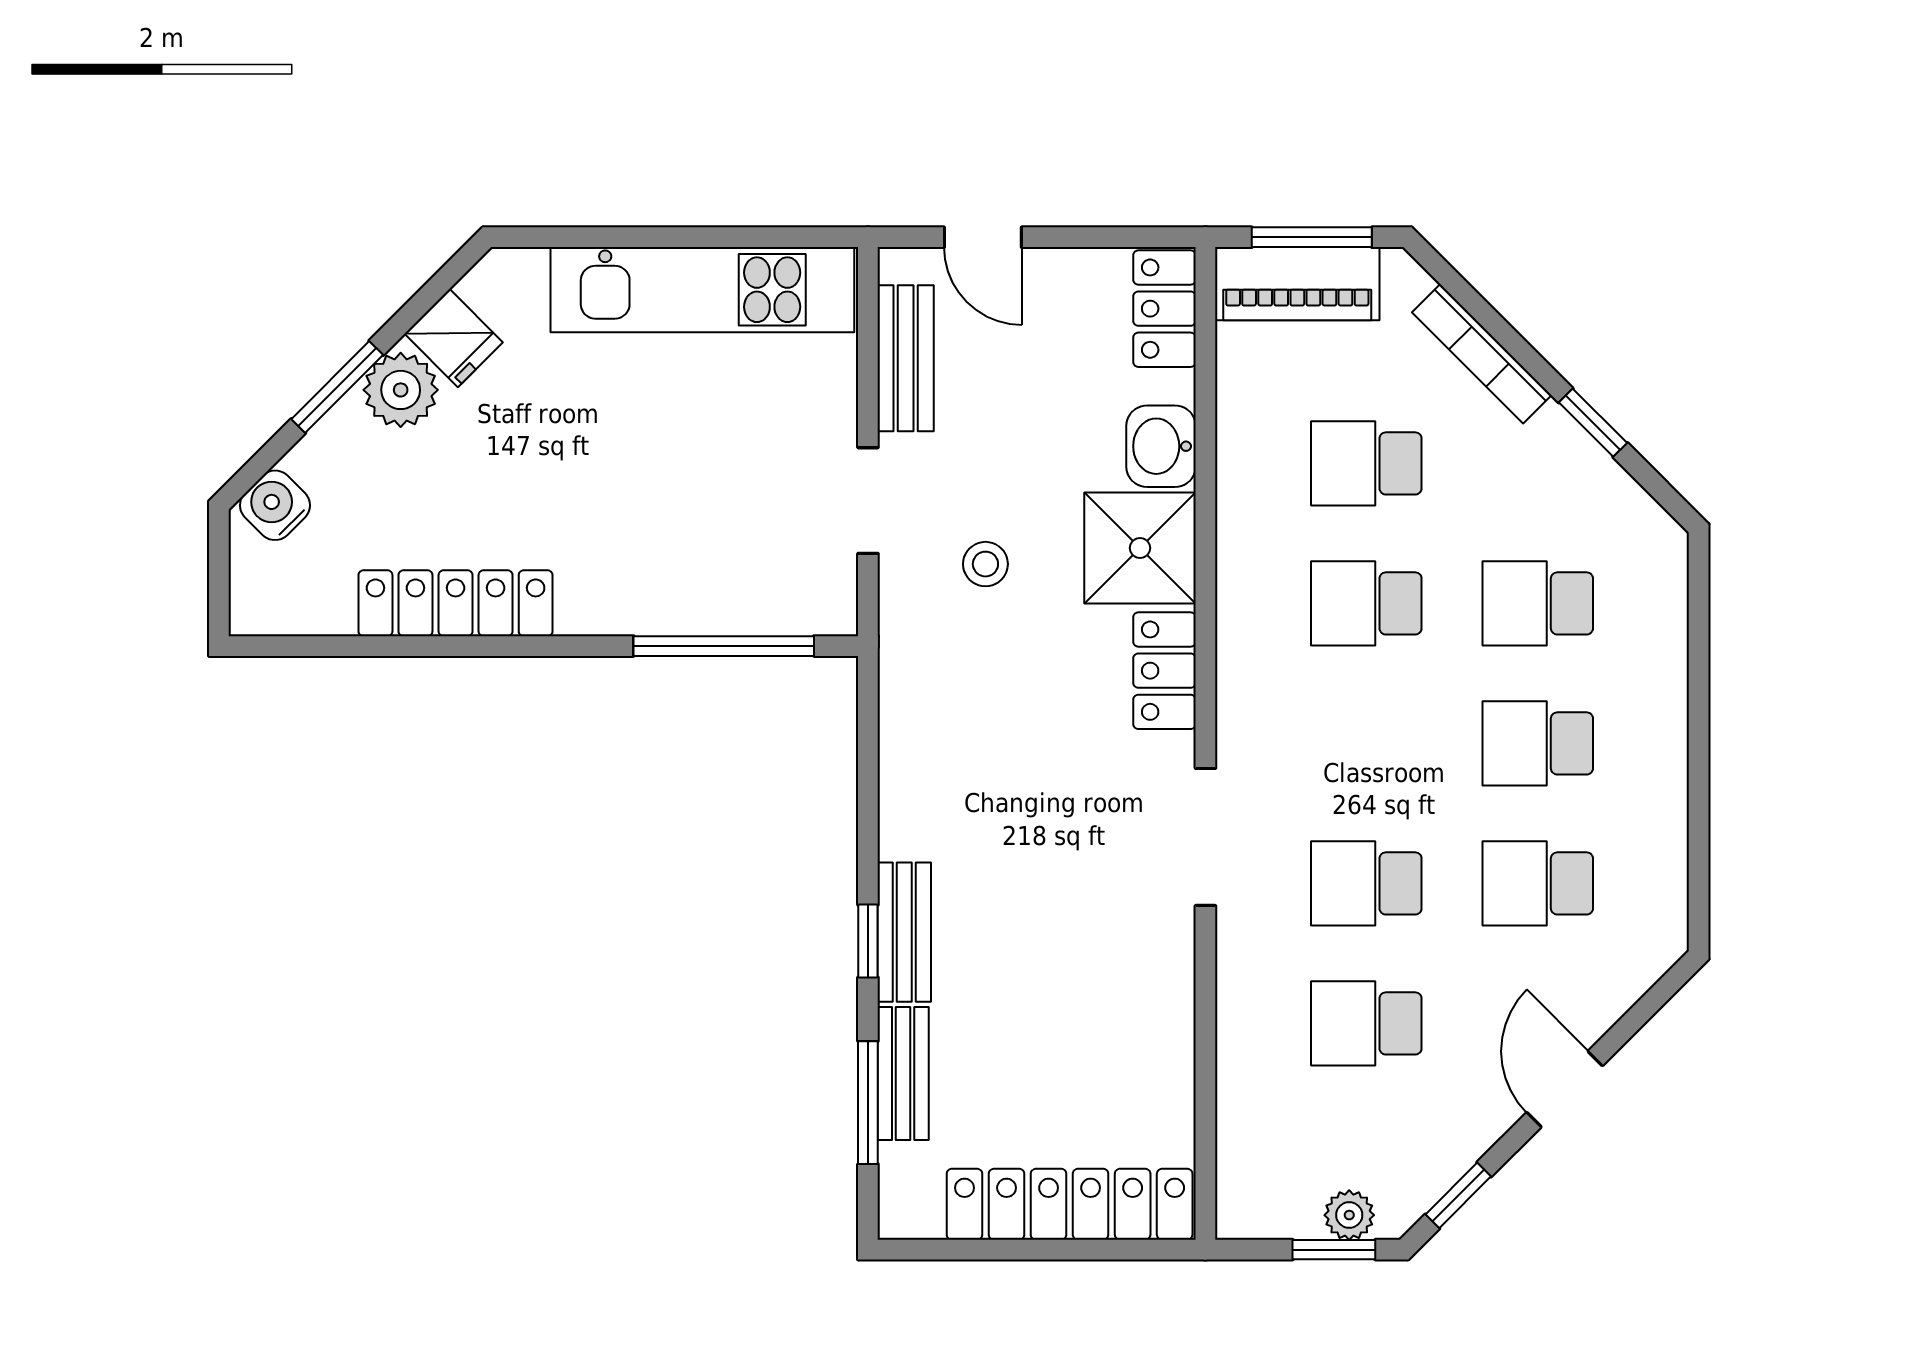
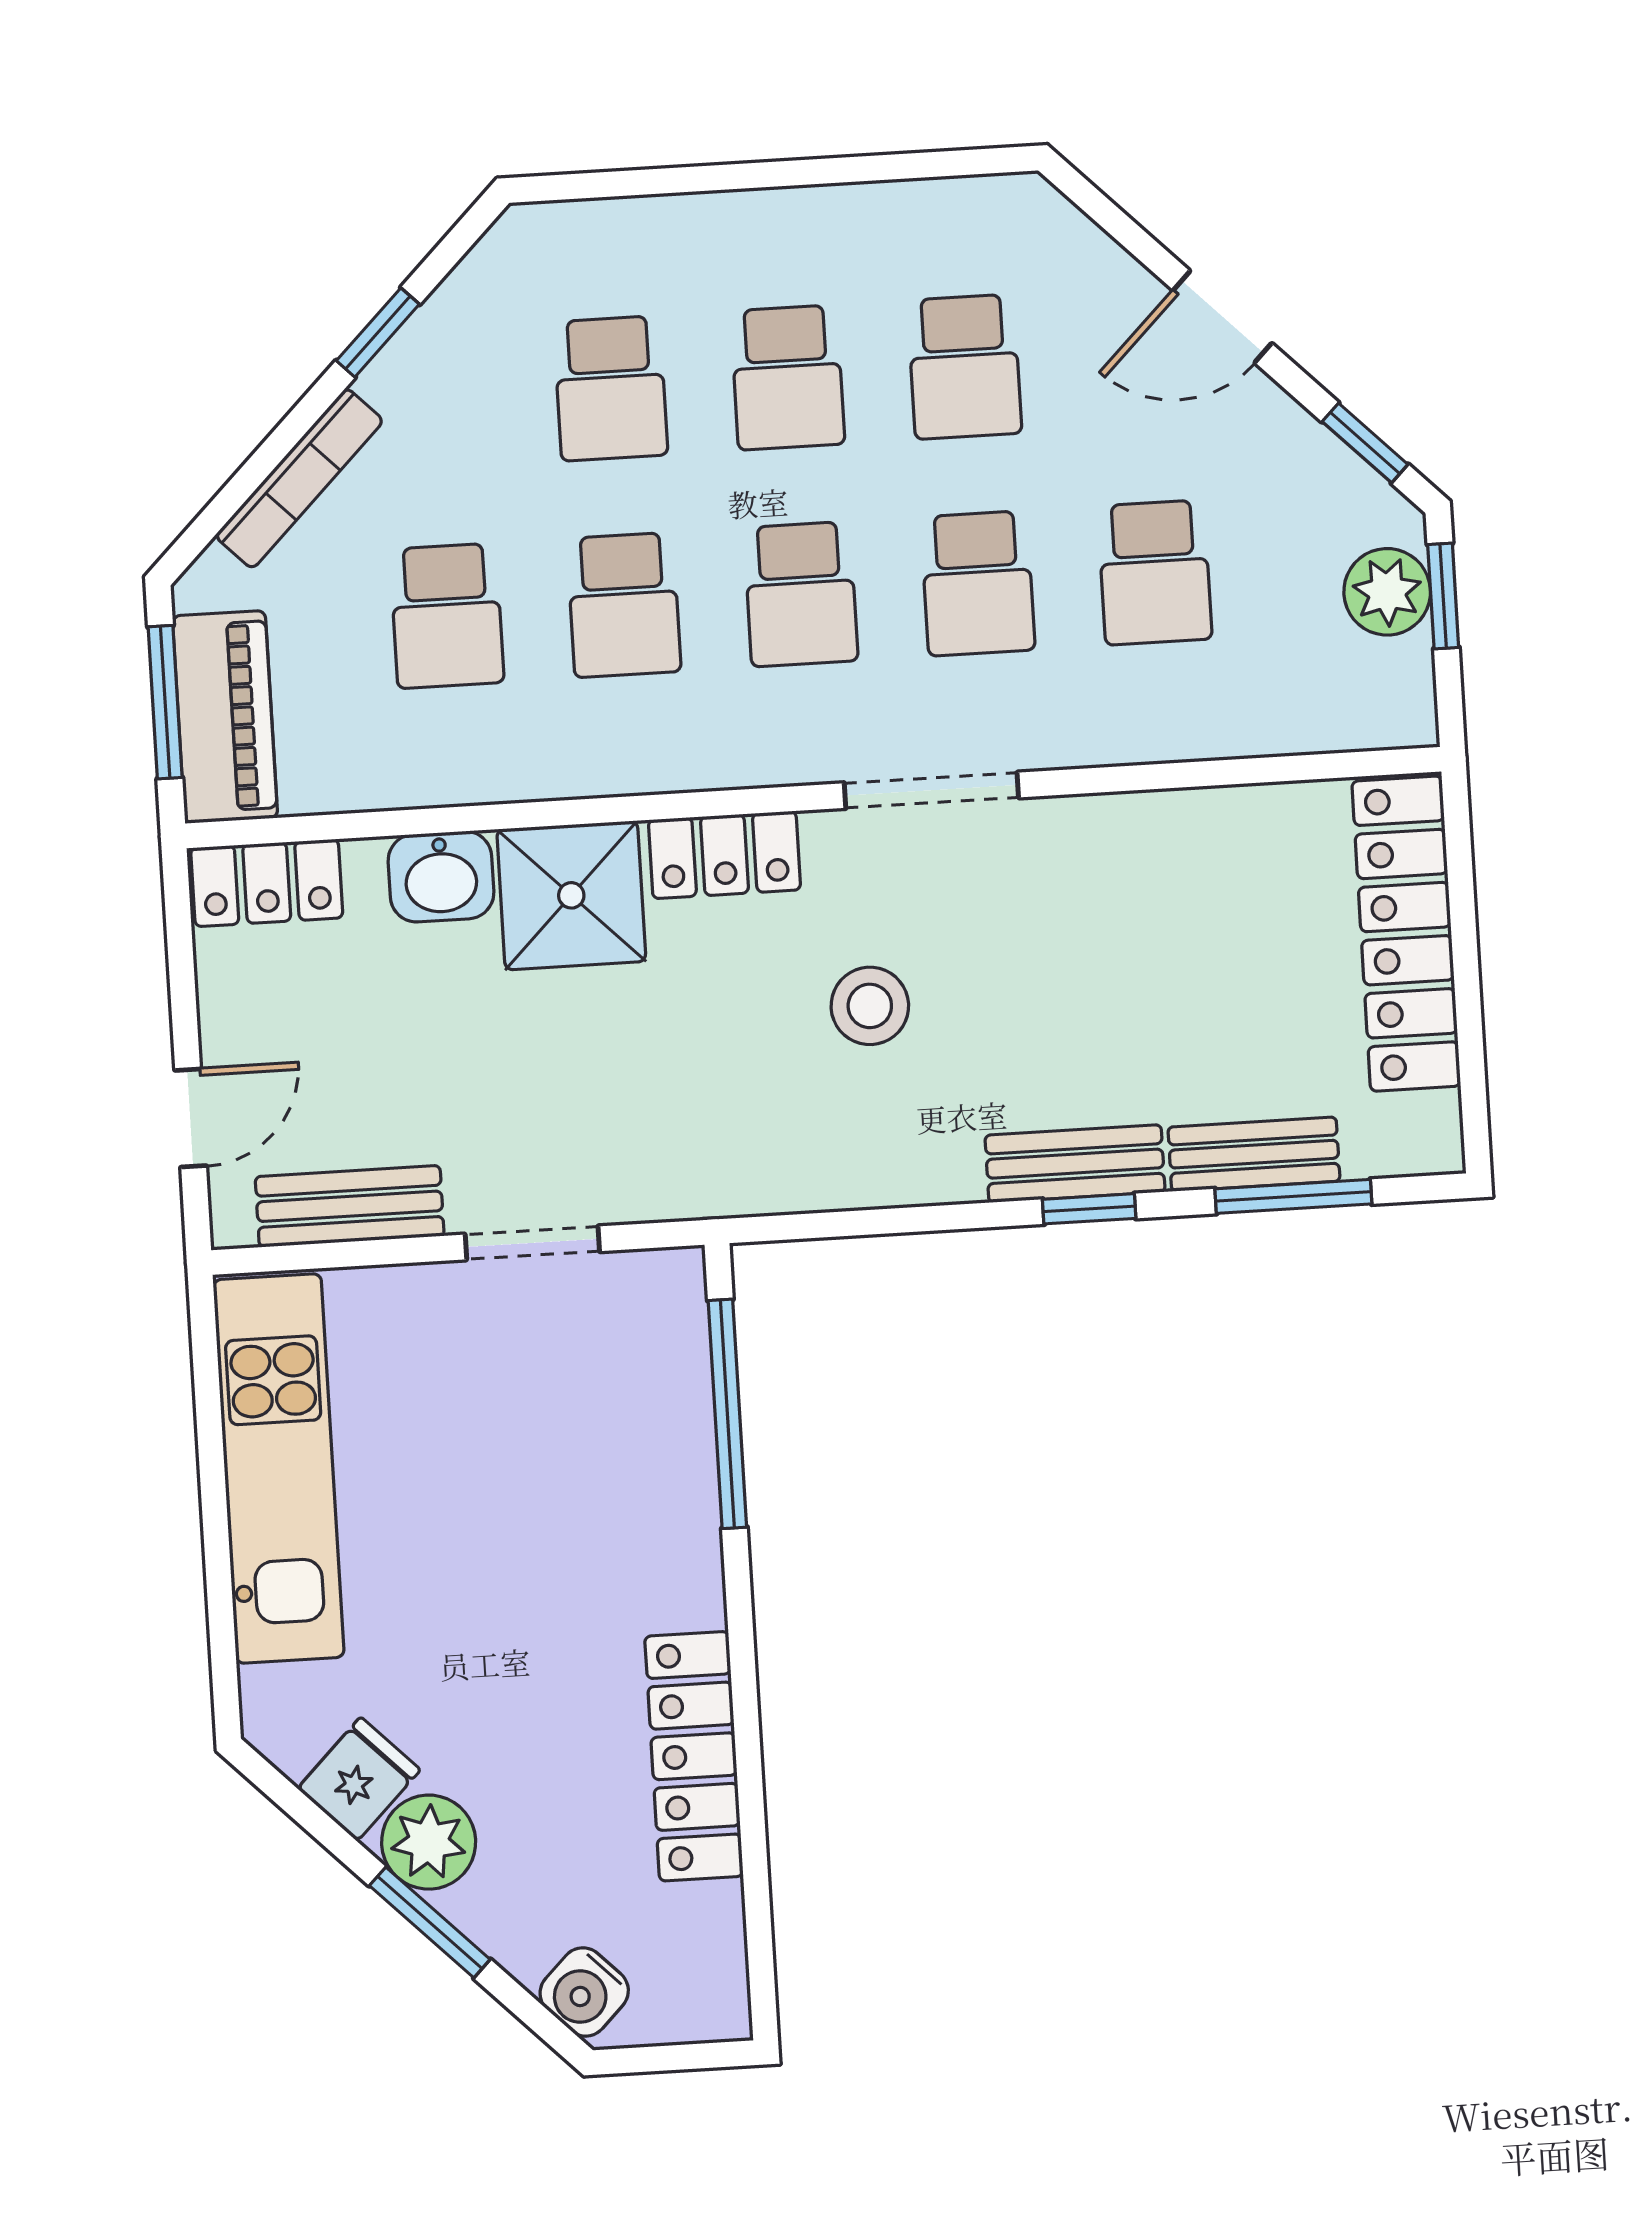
stool: (985, 564) -> (870, 1006), moved, width x1.37, depth x1.37
school desk: (1366, 743) -> (801, 594), added
plant: (1349, 1215) -> (1387, 592), width x1.38, depth x1.38

